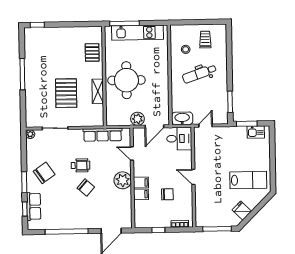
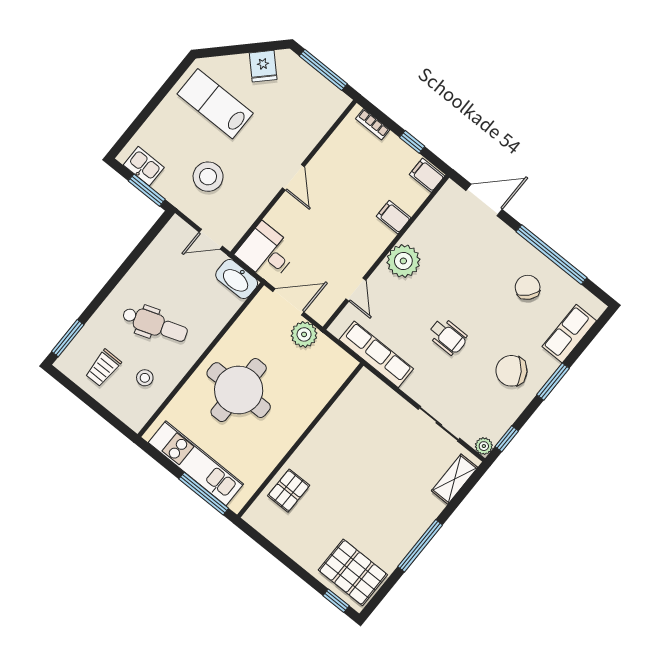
round table: (126, 80) -> (239, 390), moved
shelving: (98, 91) -> (455, 479), moved
pallet: (66, 93) -> (353, 572), moved, turned 90
window: (230, 102) -> (68, 338), moved
stool: (227, 149) -> (208, 177), added
wheelchair: (80, 165) -> (448, 336), turned 180
filing cabinet: (141, 182) -> (427, 175), moved
chair: (86, 188) -> (528, 287), moved
chair: (167, 194) -> (354, 184), removed
window: (25, 209) -> (507, 439), moved

